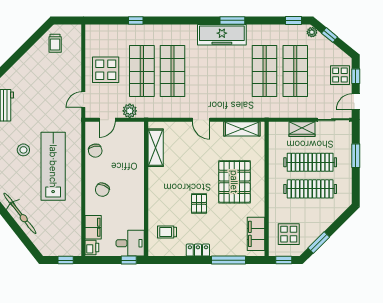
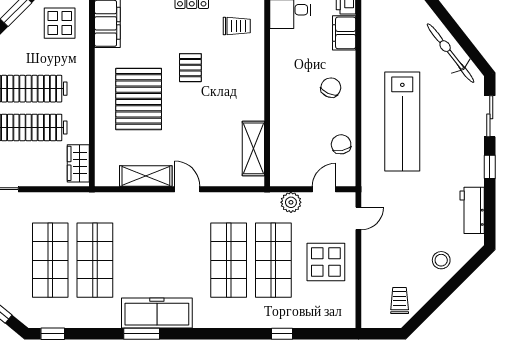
plant: (312, 32) -> (26, 317), removed
shelving: (242, 129) -> (146, 176), moved
wardrobe: (302, 129) -> (78, 163), moved, turned -90
stool: (23, 150) -> (441, 260), moved

